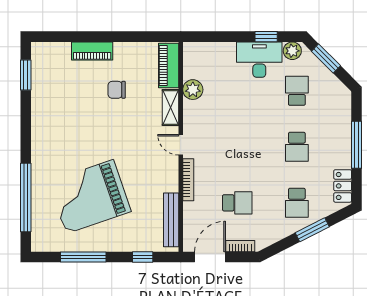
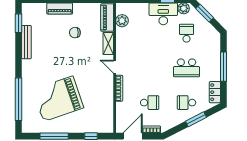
plant: (193, 90) -> (122, 21), moved
school desk: (297, 147) -> (186, 68), width x1.85
school desk: (297, 203) -> (186, 103), turned 90
bench: (171, 220) -> (26, 42), moved

